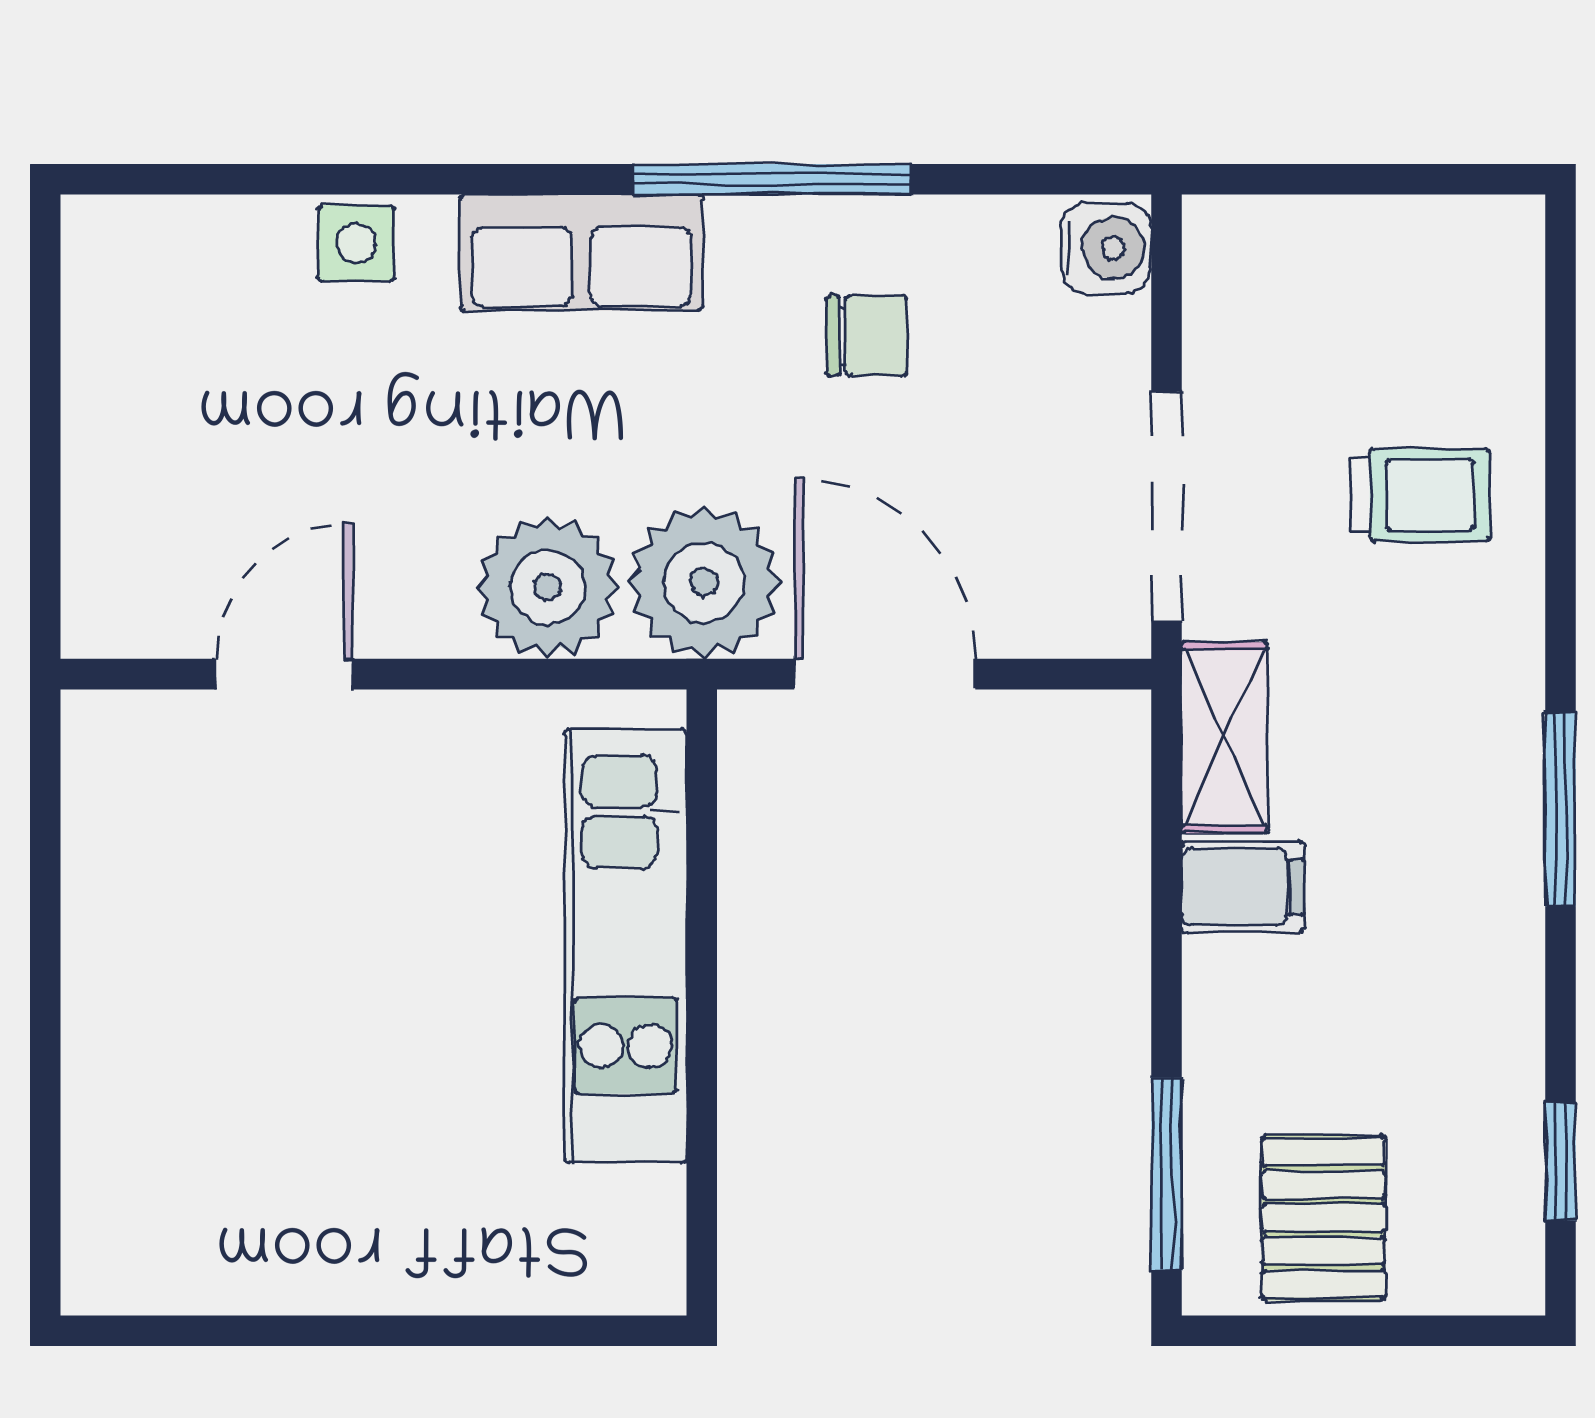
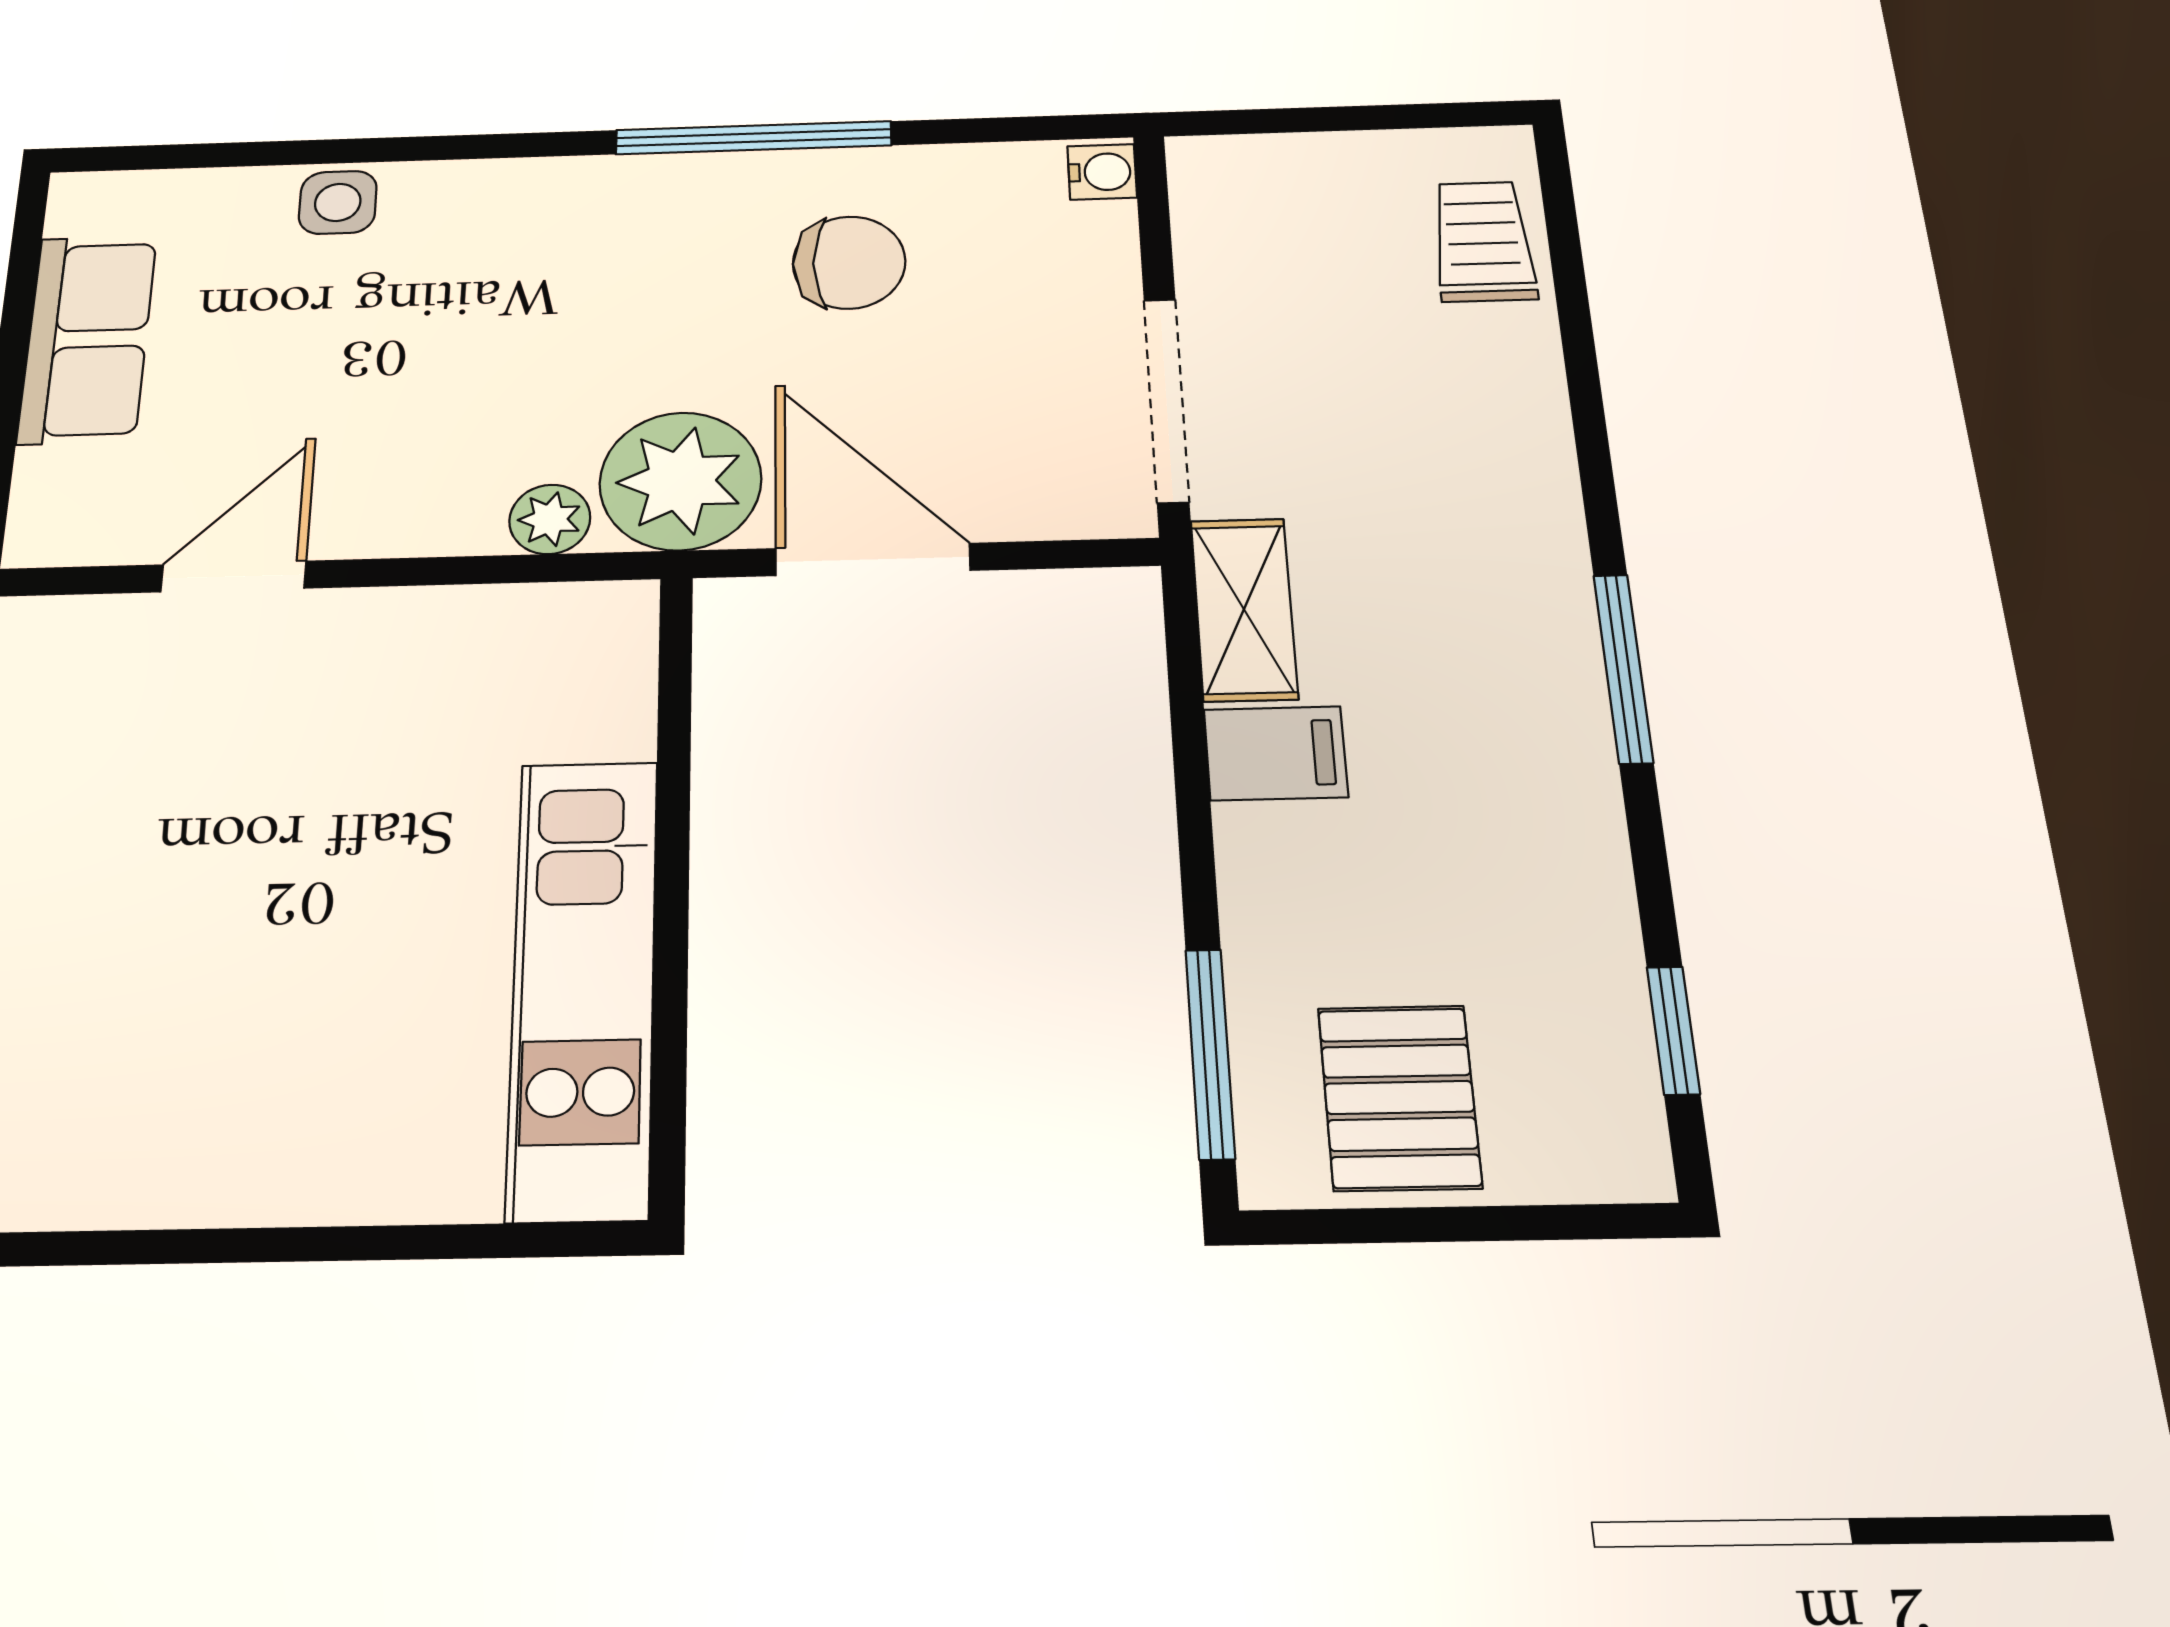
water cooler: (1106, 248) -> (1102, 172), width x0.72, depth x0.72
row of seats: (582, 252) -> (88, 339), moved, turned -90
chair: (867, 336) -> (849, 262), width x1.37, depth x1.37
trolley: (1420, 495) -> (1483, 241), moved, turned -90
plant: (548, 587) -> (550, 519), width x0.53, depth x0.53
kitchen unit: (626, 946) -> (583, 985), moved

